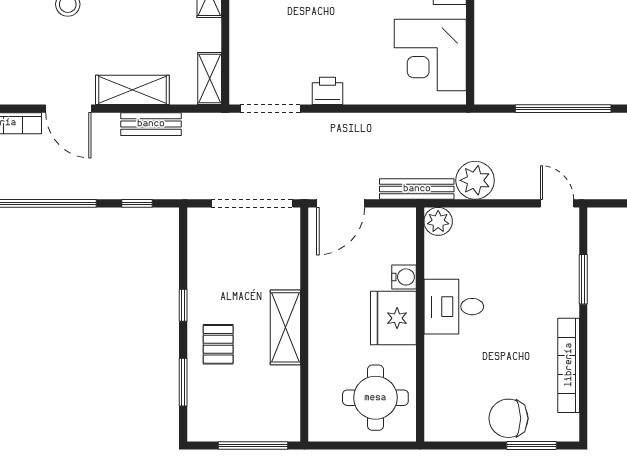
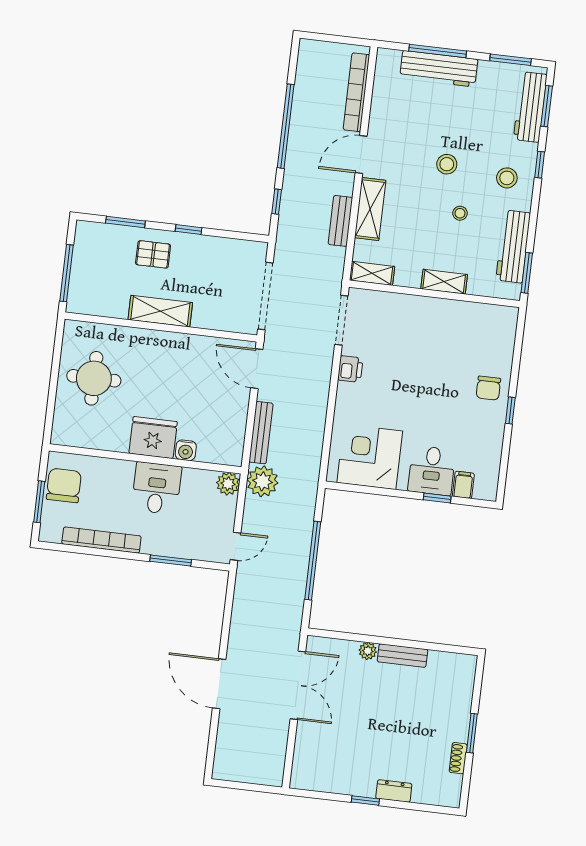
plant: (438, 221) -> (228, 484), moved
water cooler: (404, 277) -> (186, 450), moved
desk: (454, 307) -> (157, 488), moved
fridge: (393, 318) -> (153, 438), moved
wall: (420, 324) -> (145, 459), moved

